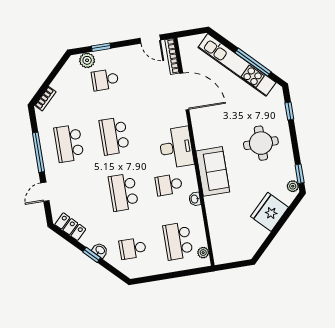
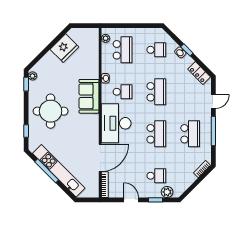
door: (150, 39) -> (131, 200), moved
door: (184, 91) -> (100, 158), swing flipped
round table: (261, 143) -> (51, 111), width x1.36, depth x1.36
desk: (176, 147) -> (116, 123), width x1.36, depth x1.30
fridge: (270, 212) -> (64, 48), moved

